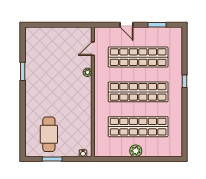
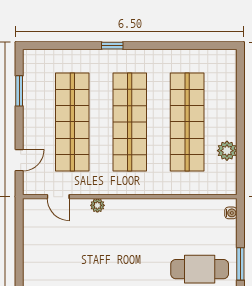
door: (126, 25) -> (19, 160), moved
plant: (136, 151) -> (227, 151), moved

